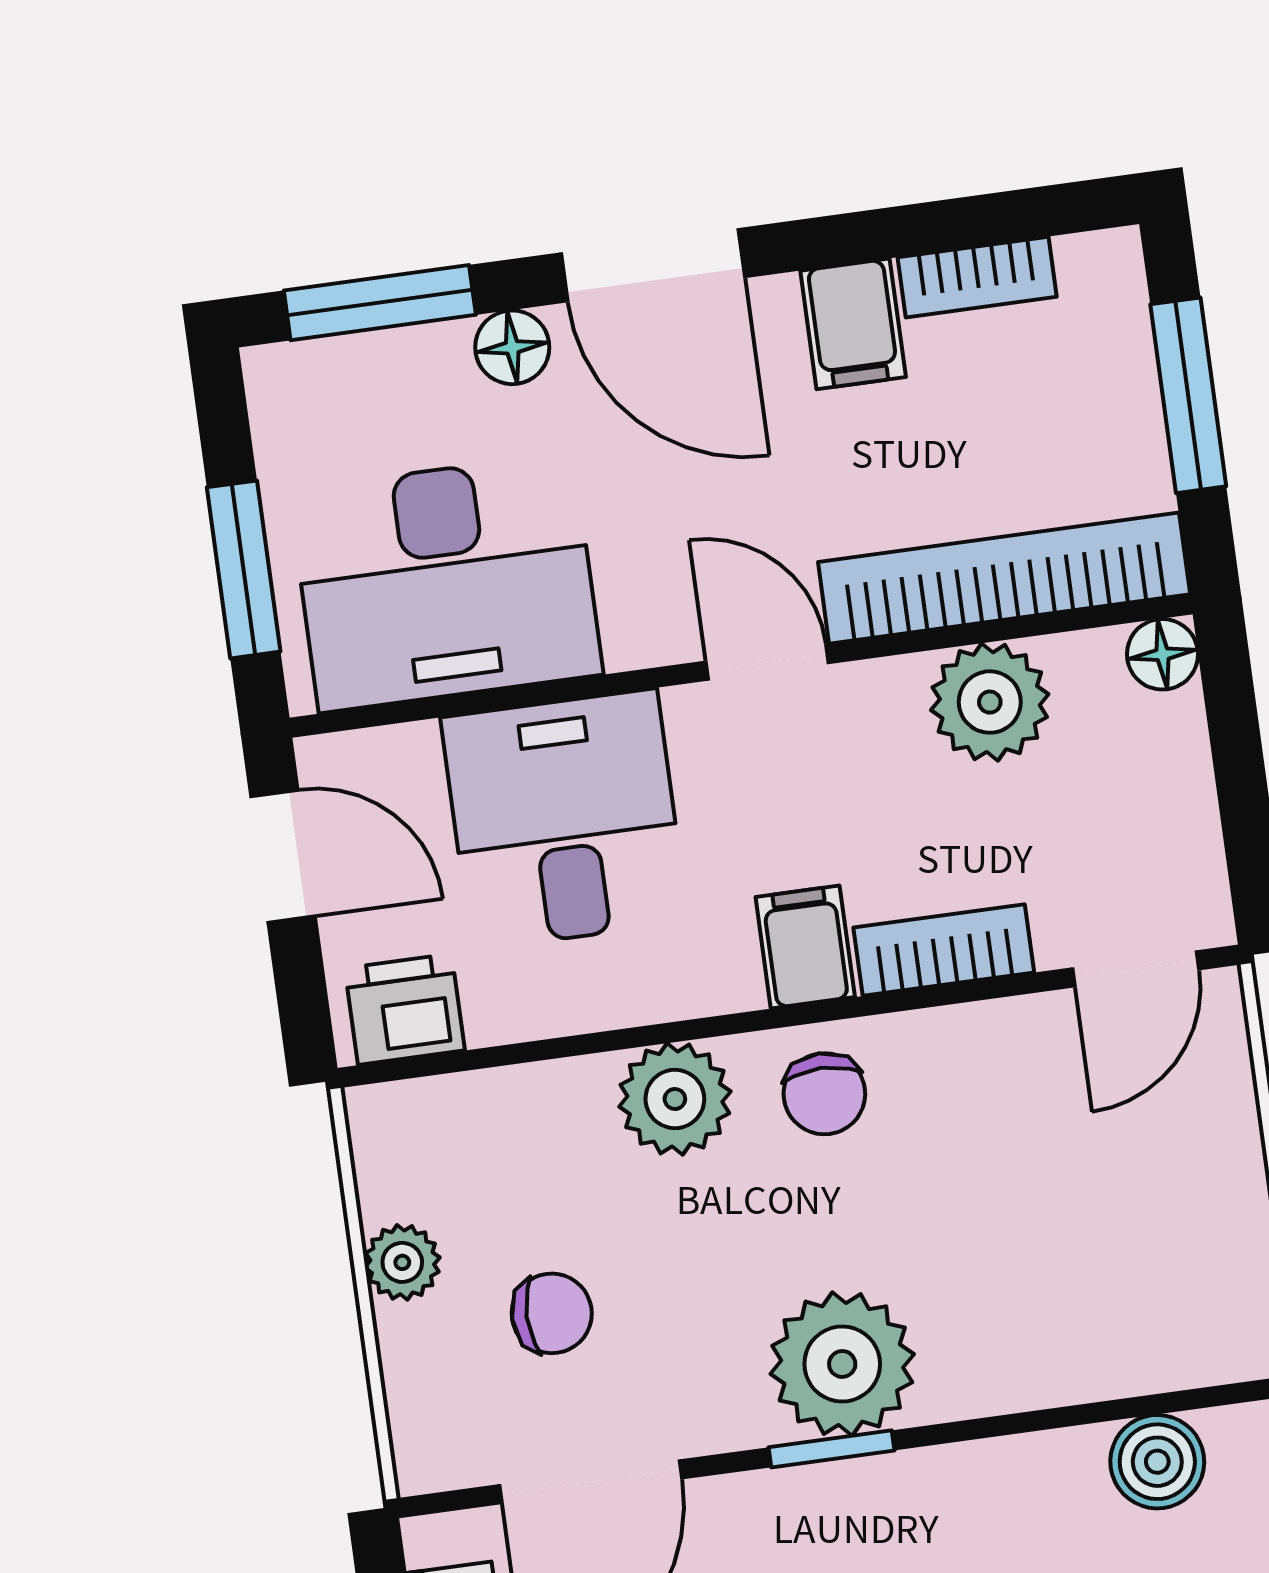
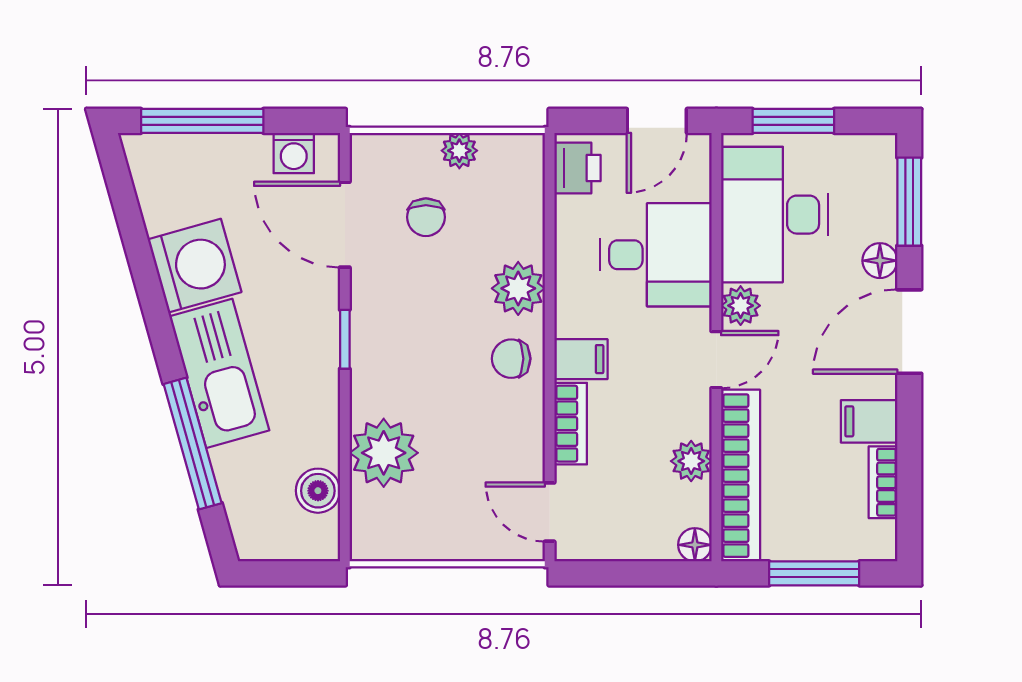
plant: (647, 627) -> (741, 306), added
plant: (990, 702) -> (691, 461), width x0.73, depth x0.73
plant: (842, 1364) -> (384, 453), moved

